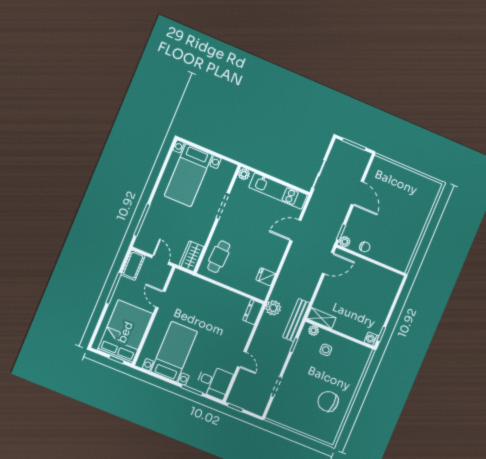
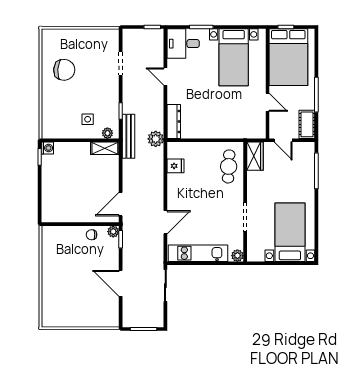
dresser: (253, 312) -> (174, 121), width x1.44

